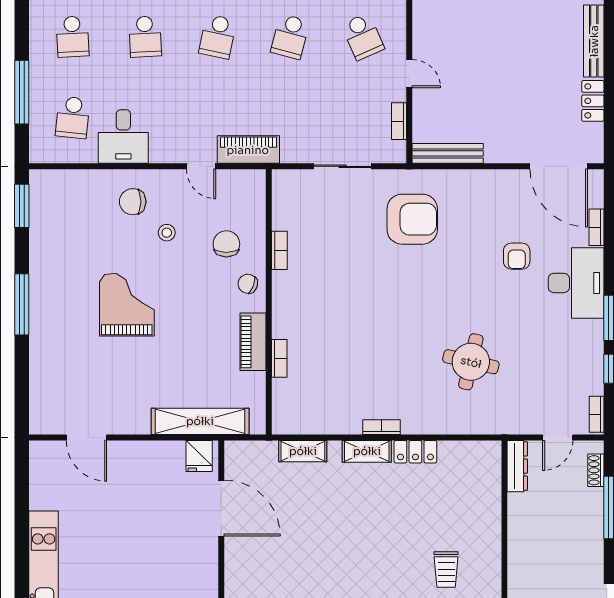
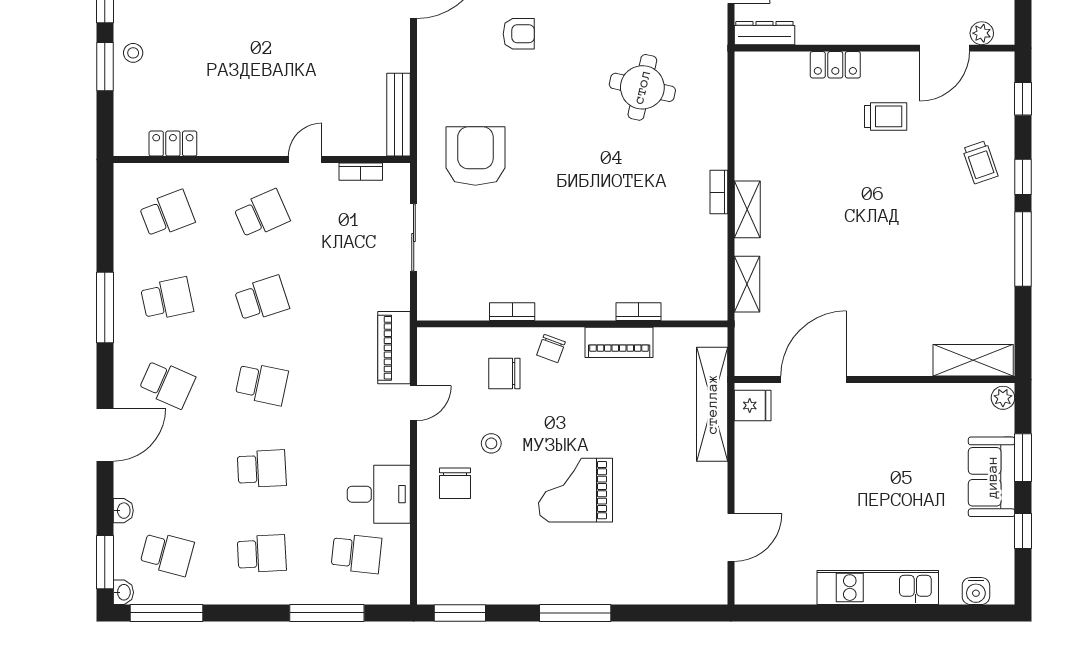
school desk: (290, 37) -> (262, 299), turned -33
locker: (415, 452) -> (835, 65), moved, turned 90

